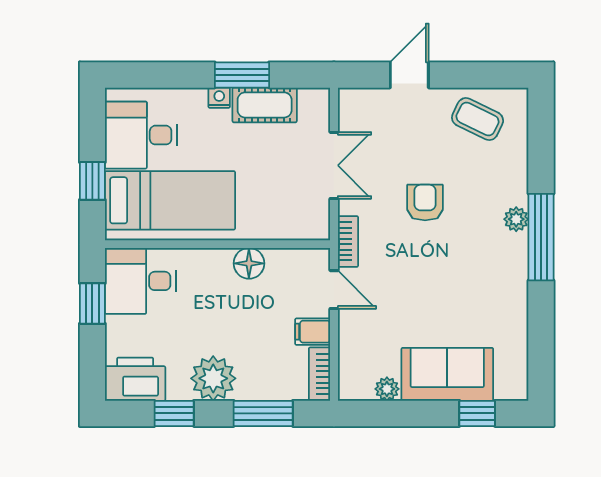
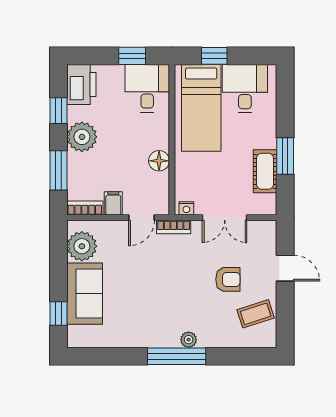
nightstand: (219, 98) -> (186, 208), moved, turned 90
coffee table: (478, 119) -> (256, 314), turned 46
armchair: (425, 203) -> (228, 279), moved
plant: (387, 389) -> (82, 246), width x1.87, depth x1.87

